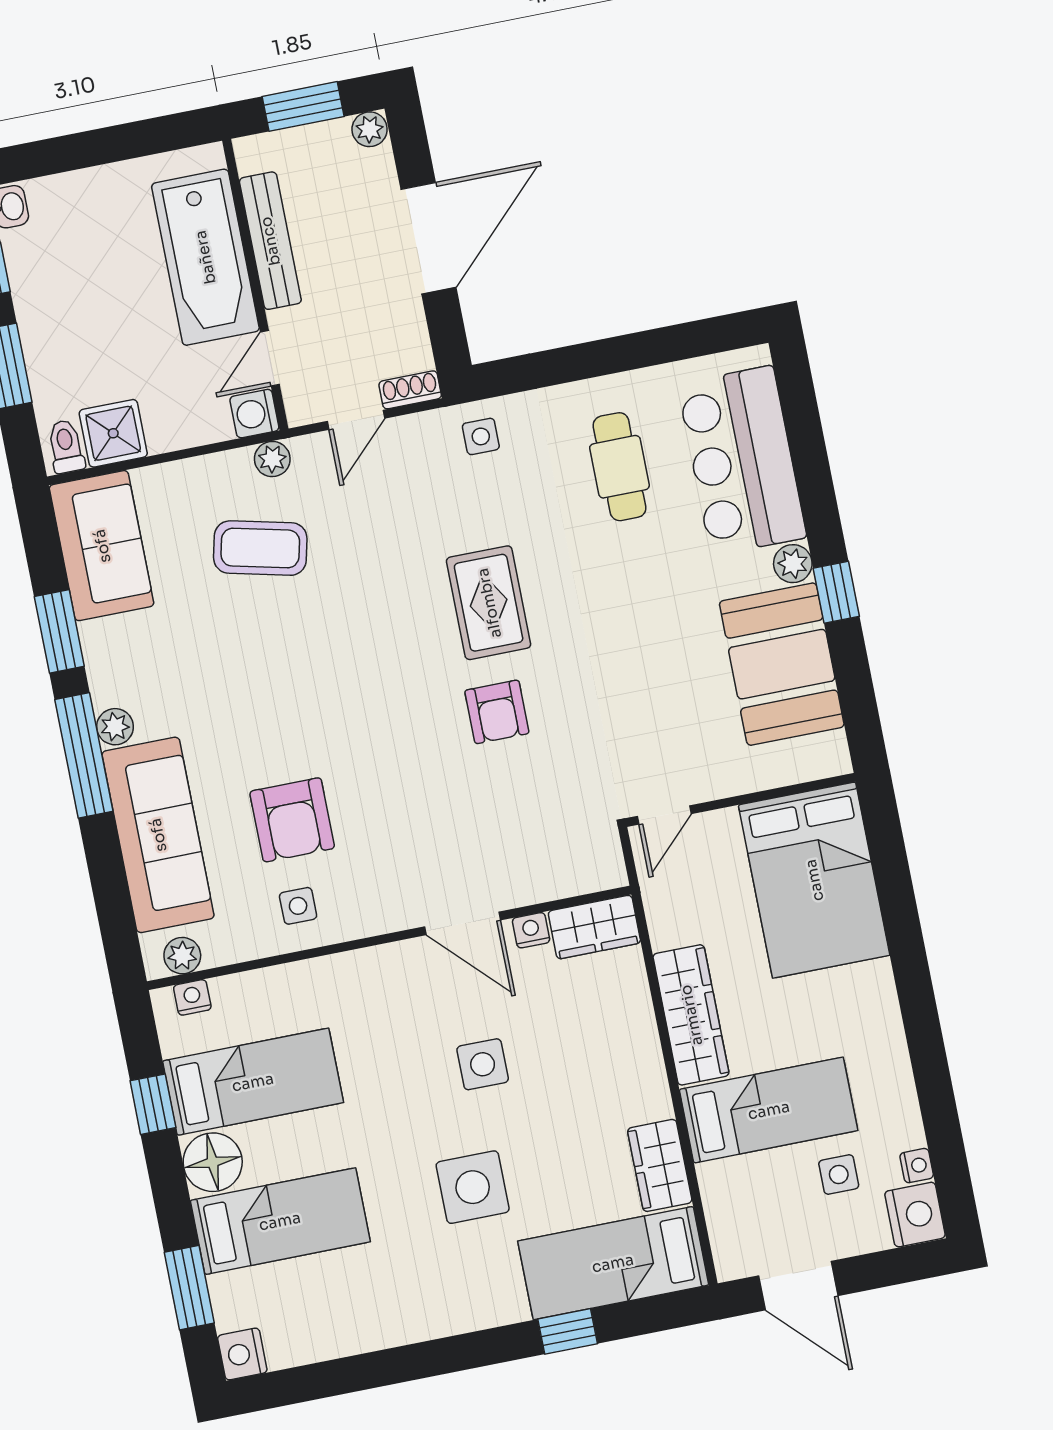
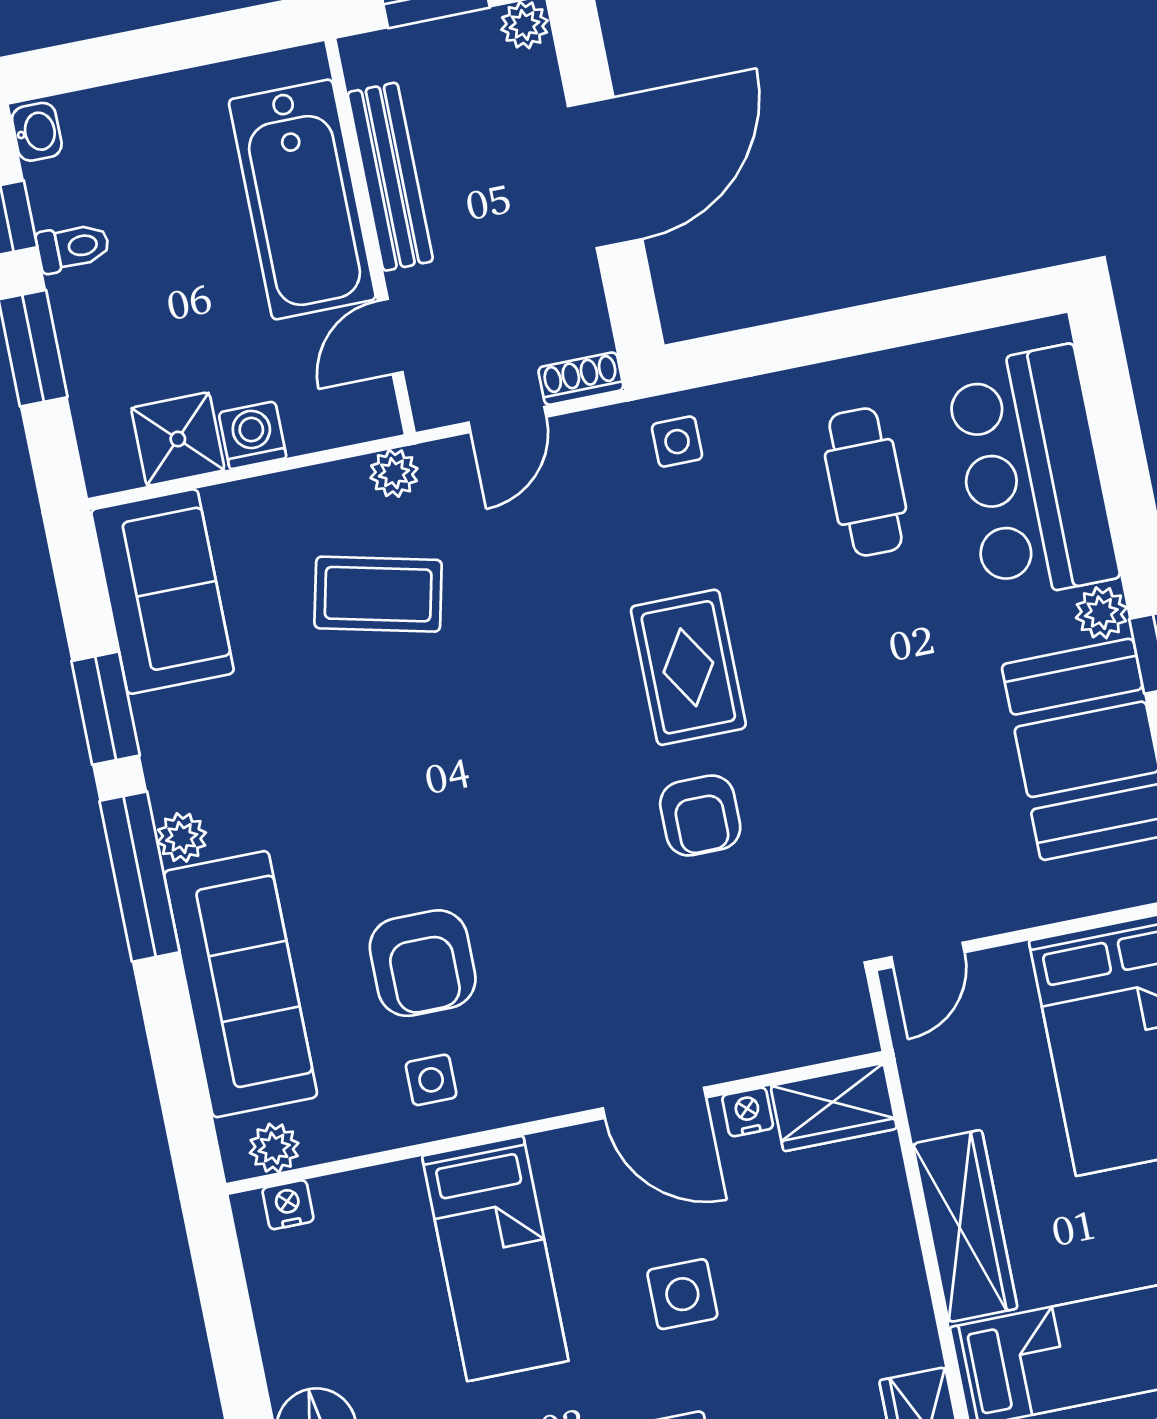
washing machine: (254, 414) -> (252, 435), moved, turned 90
toilet: (66, 446) -> (73, 247), moved, turned 90
bed: (253, 1082) -> (495, 1258), moved, turned 90
window: (153, 1104) -> (235, 1350), removed

